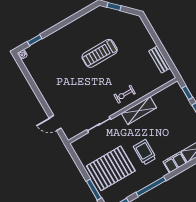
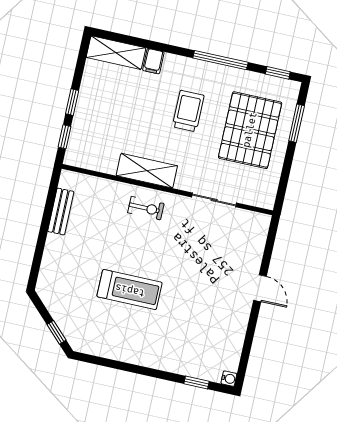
door: (55, 123) -> (260, 288), moved
trolley: (145, 152) -> (188, 111), turned 180
filing cabinet: (175, 162) -> (153, 61), width x0.50
pallet: (111, 168) -> (250, 130), turned 90

